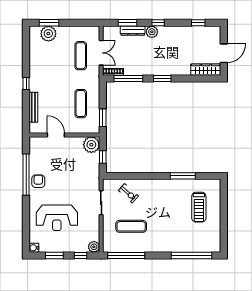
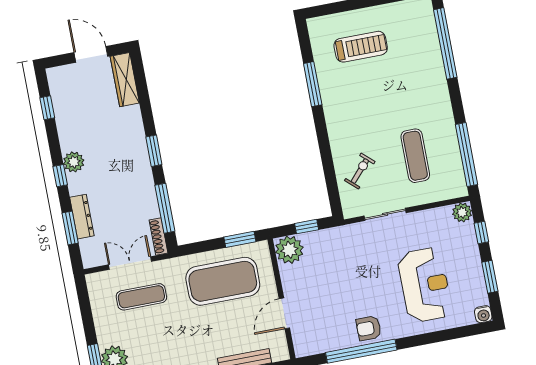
plant: (152, 32) -> (74, 162), moved
exercise mat: (81, 104) -> (223, 281), width x2.00, depth x1.45

